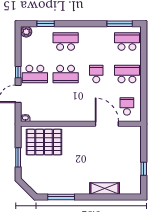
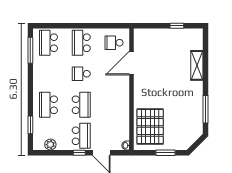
plant: (26, 32) -> (50, 145), moved

